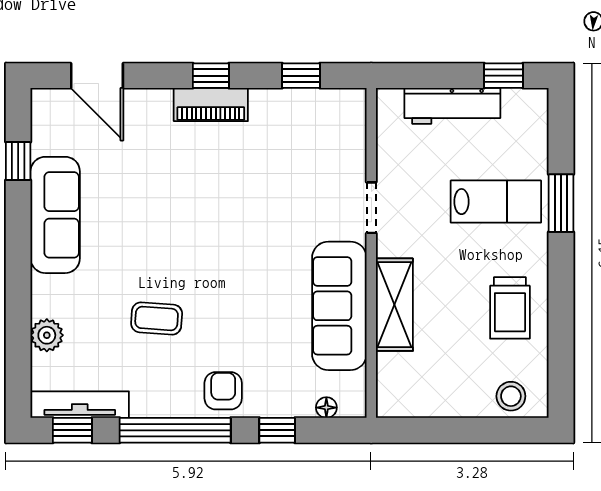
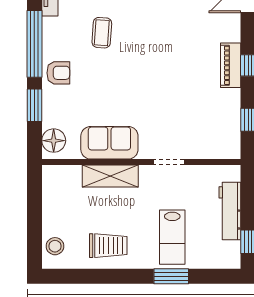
sofa: (339, 306) -> (109, 143), width x0.73
trolley: (510, 308) -> (108, 246), turned 180
floor lamp: (326, 408) -> (54, 141), width x1.89, depth x1.89
window: (277, 430) -> (34, 105), width x1.50

